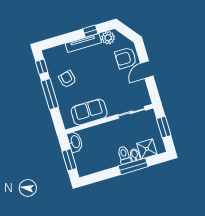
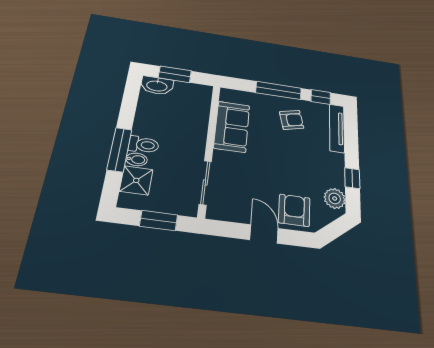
tv unit: (83, 43) -> (337, 128), moved
washbasin: (75, 142) -> (157, 86), moved

